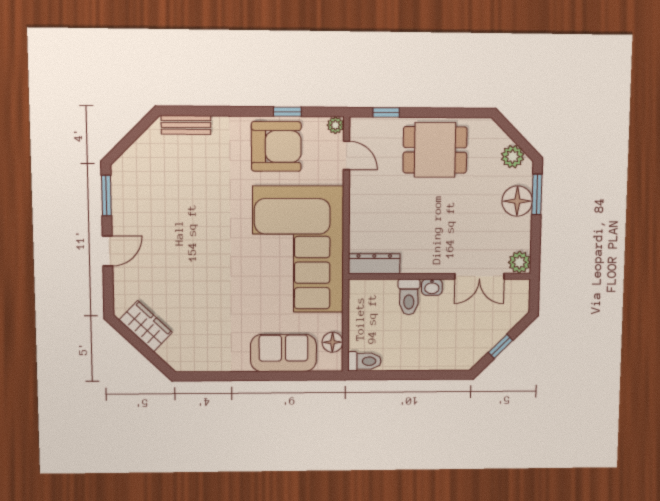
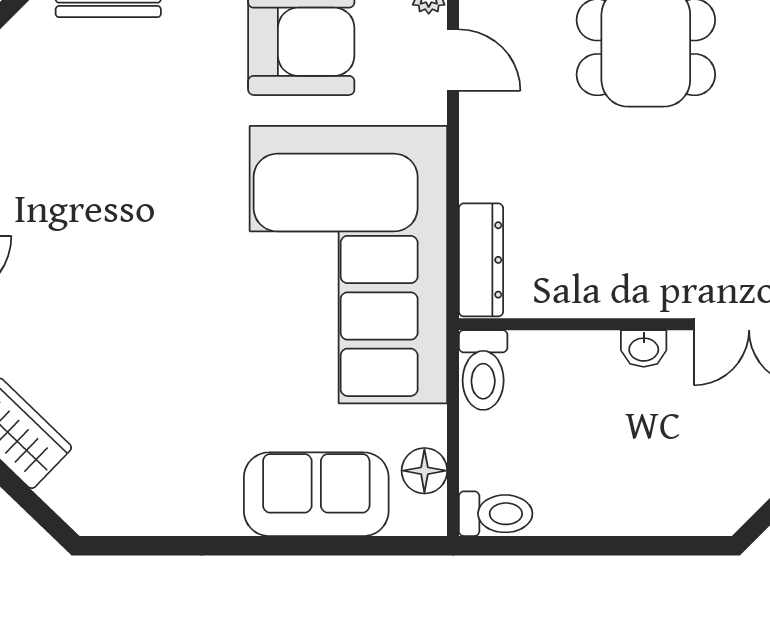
dresser: (374, 264) -> (481, 260), moved, turned 90
toilet: (409, 297) -> (483, 370), moved

